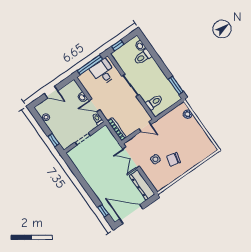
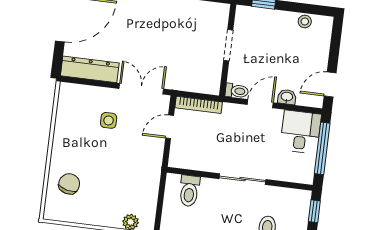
desk: (103, 72) -> (301, 132), moved, turned -90
door: (51, 92) -> (330, 85), moved
door: (145, 127) -> (170, 127), moved
chair: (174, 159) -> (69, 184), moved

